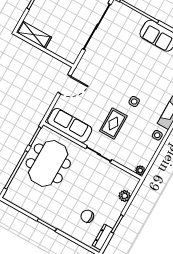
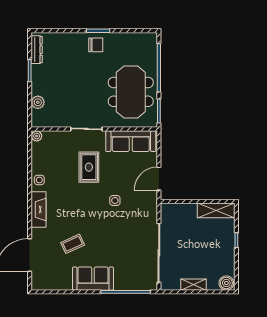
coffee table: (159, 71) -> (73, 244), added
side table: (134, 102) -> (115, 201), moved
chair: (87, 216) -> (96, 45), moved

